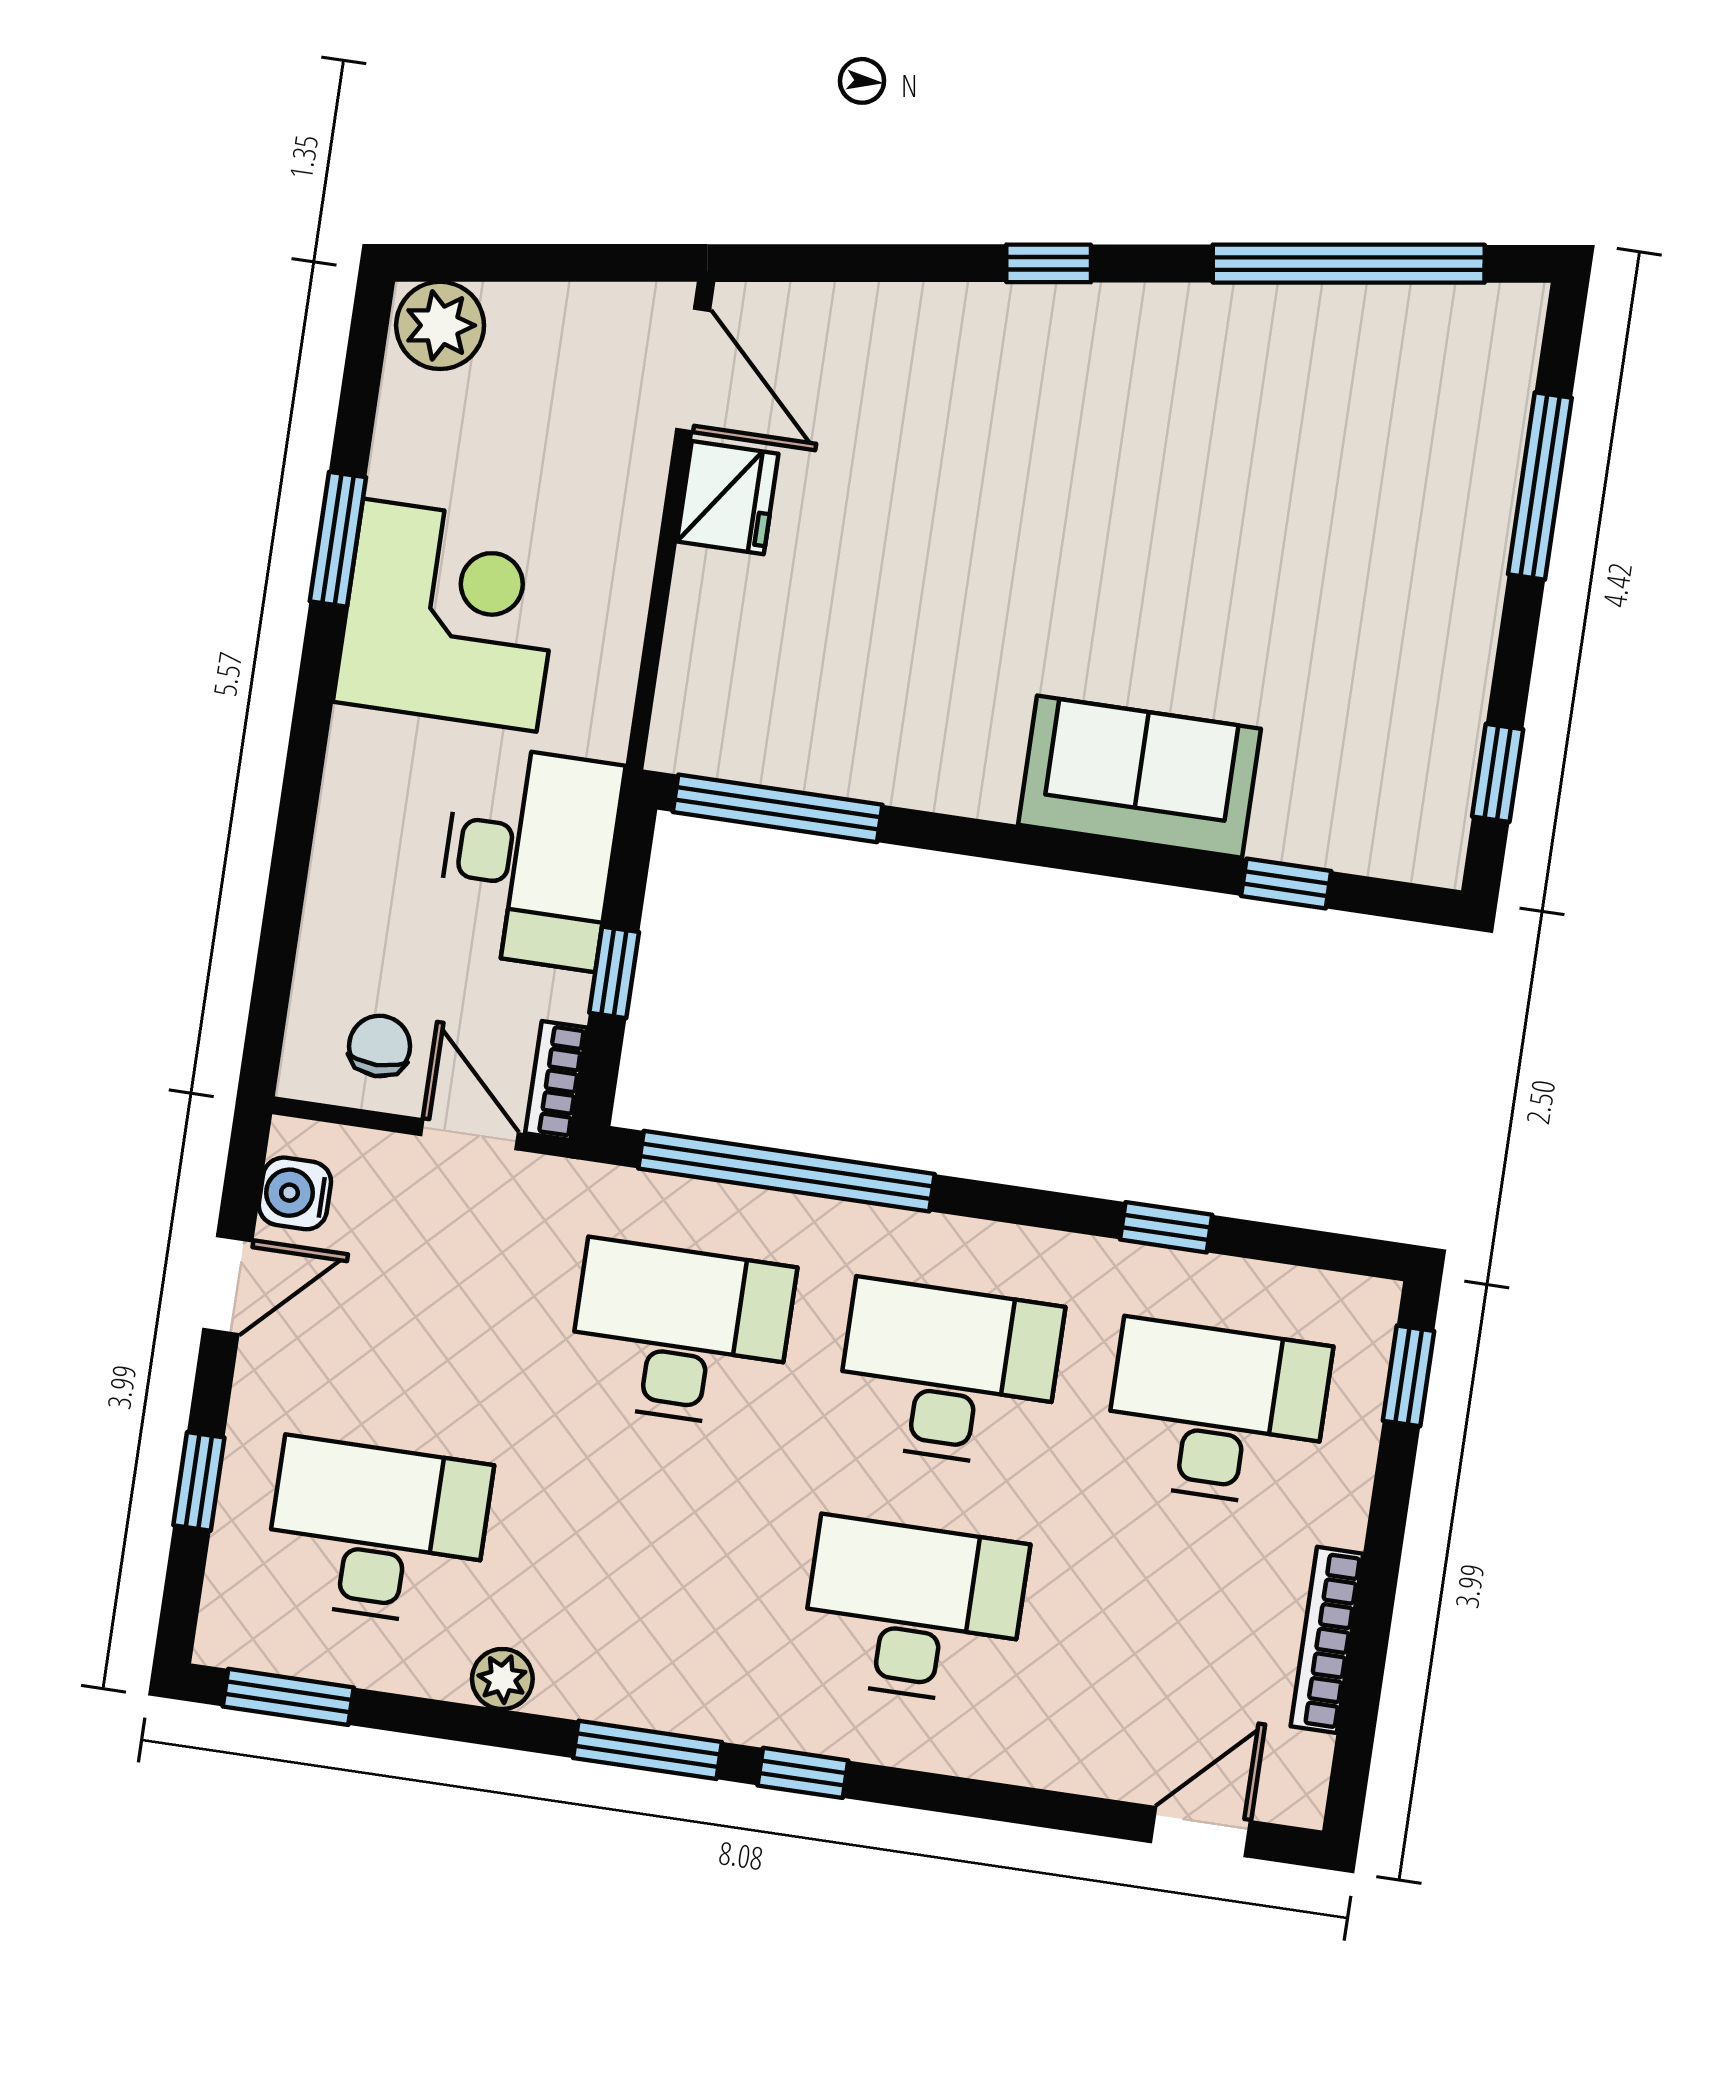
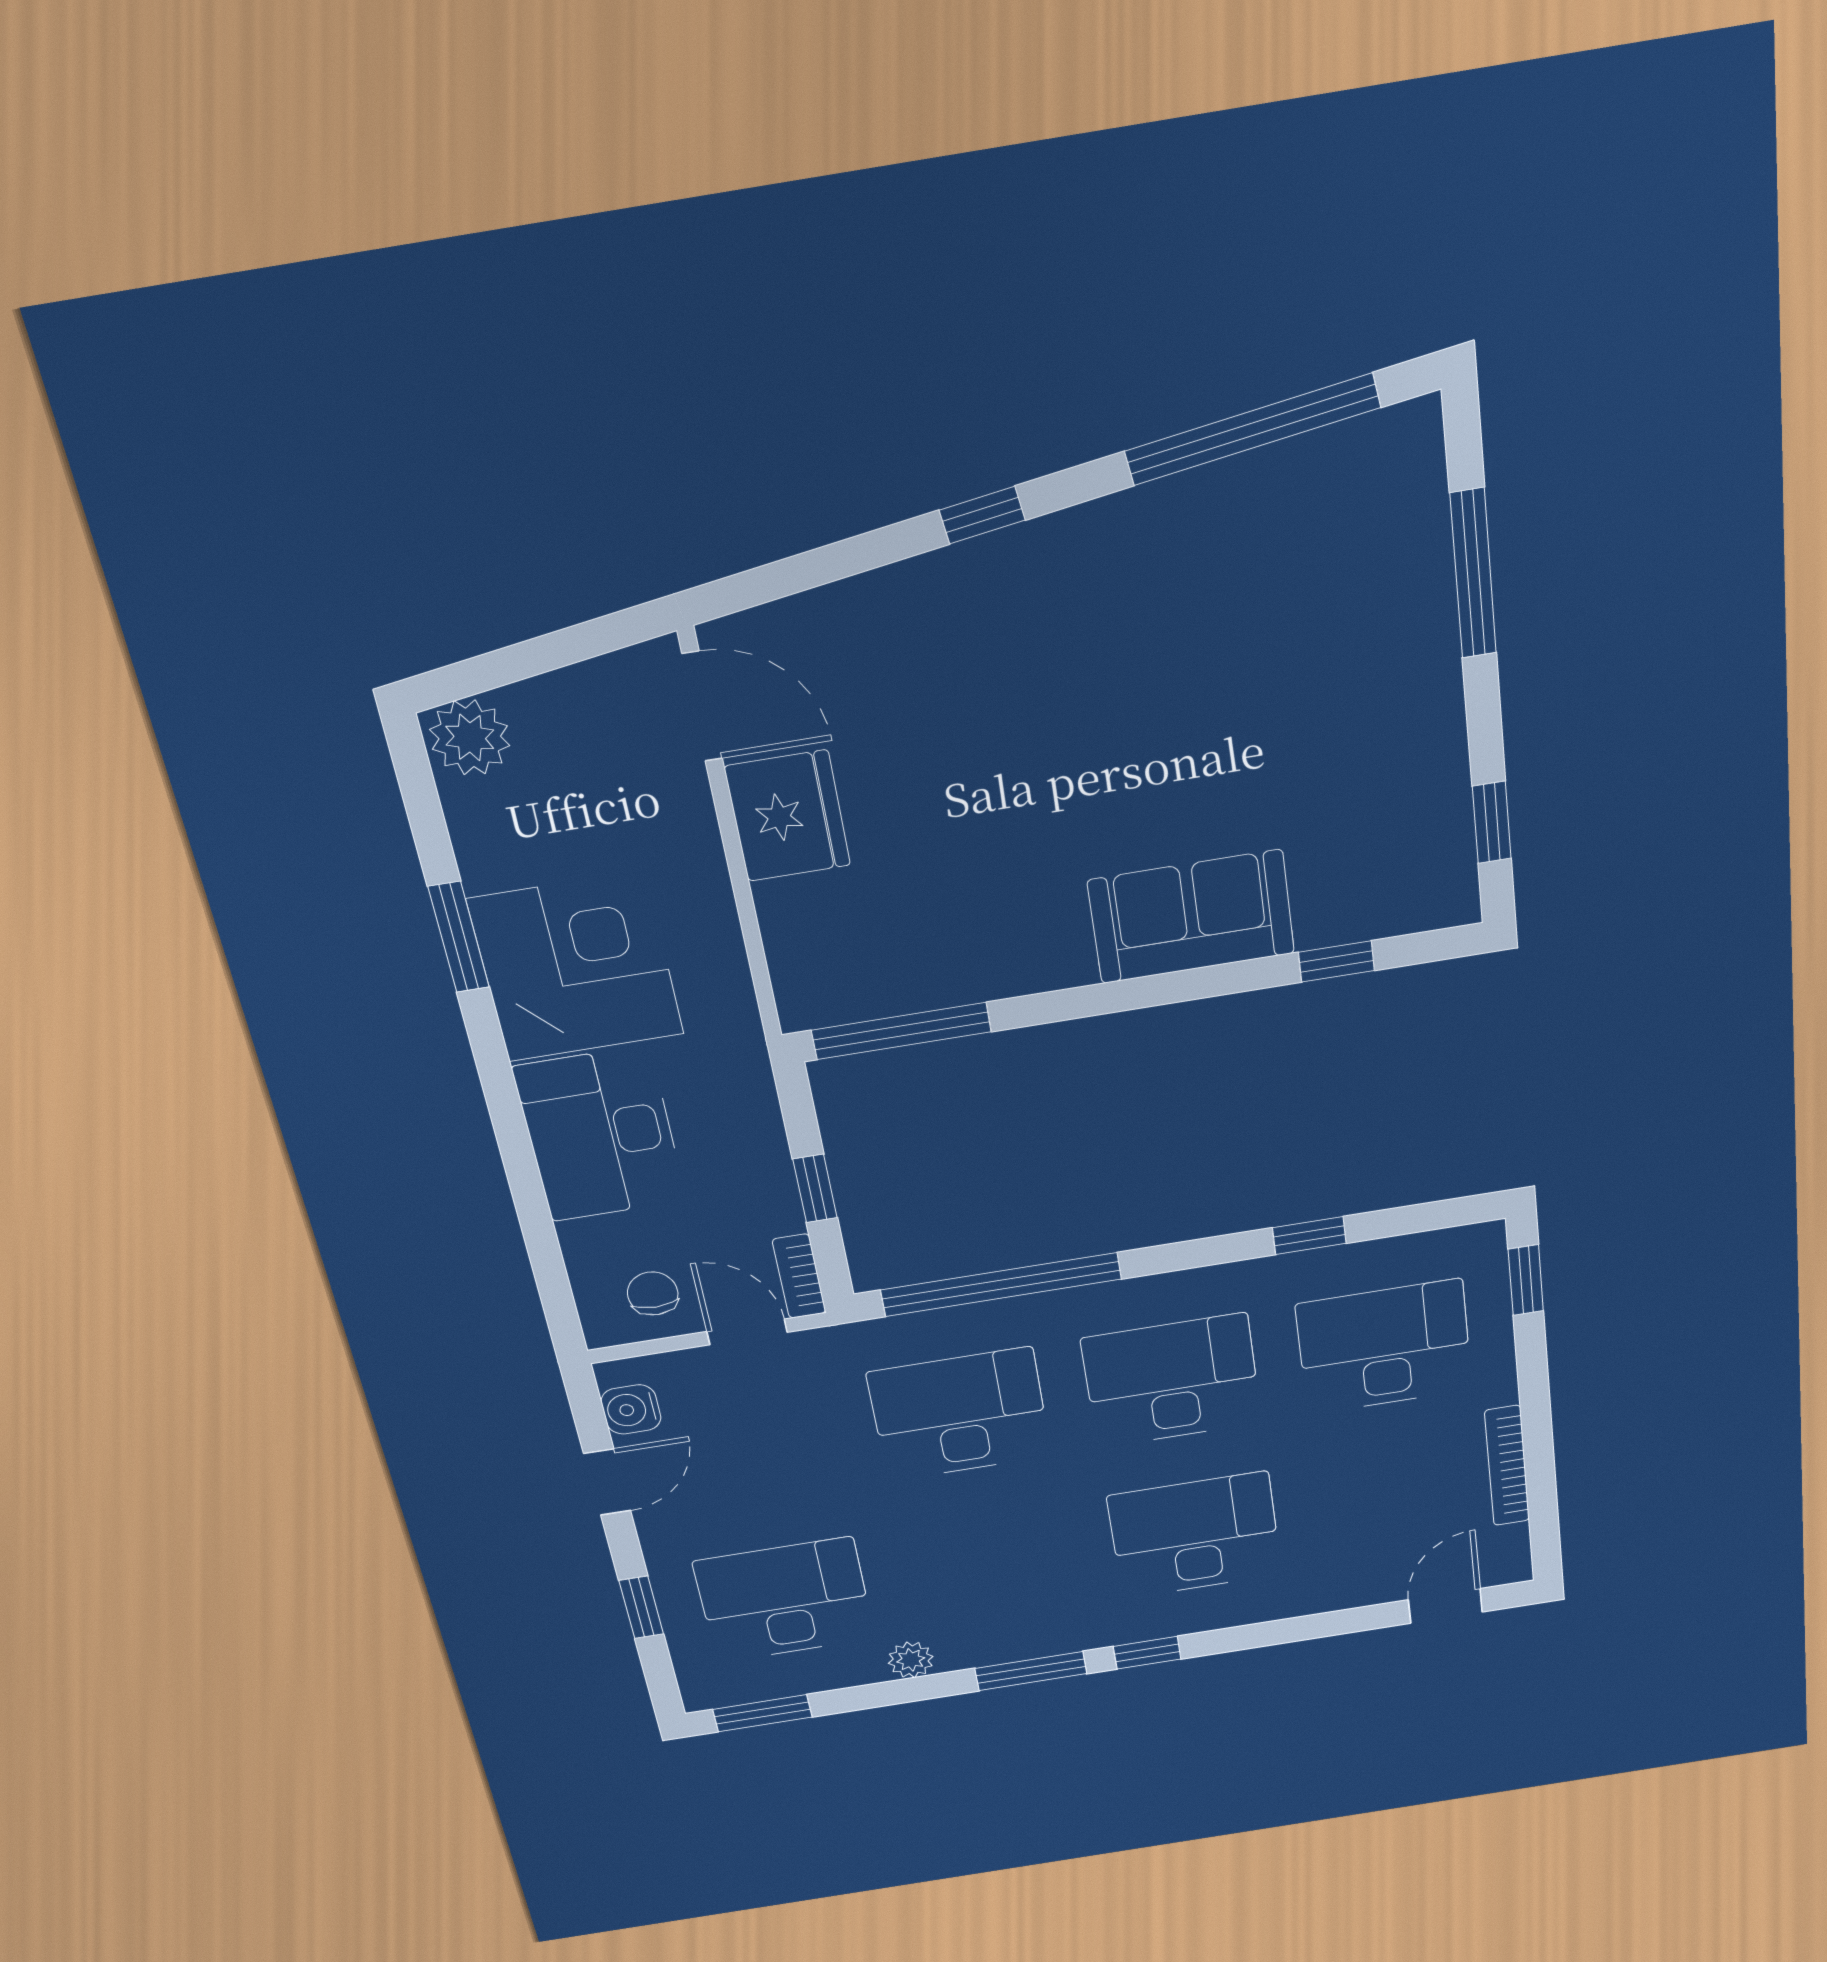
fridge: (728, 498) -> (788, 816), width x1.36, depth x1.34
desk: (529, 857) -> (600, 1134), moved, turned 180

